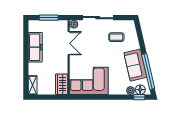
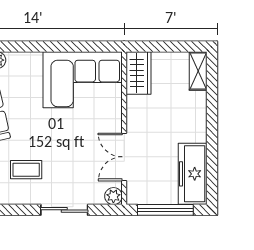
window: (49, 18) -> (165, 210), width x1.44
sliding door: (98, 18) -> (64, 210), width x0.73
freezer: (35, 47) -> (193, 174), moved

